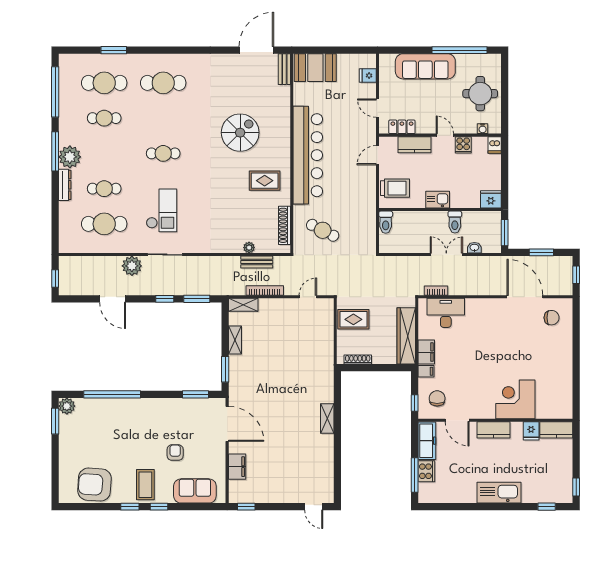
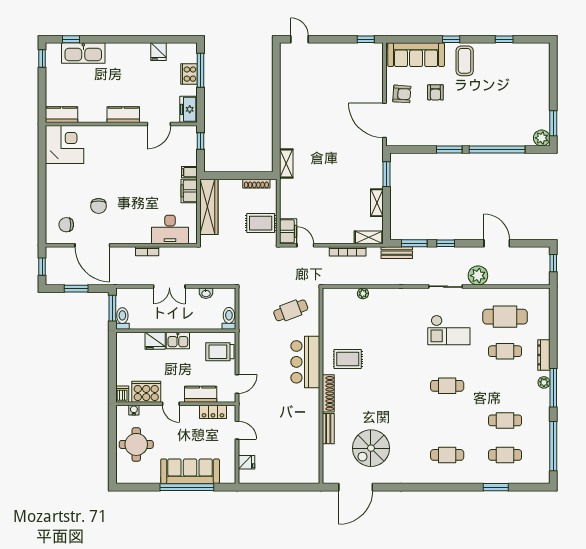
window: (459, 50) -> (187, 487), moved
booth: (315, 68) -> (298, 470), removed
bench: (284, 69) -> (328, 429), moved
cafe table: (104, 83) -> (505, 455), width x0.73, depth x0.74
cafe table: (163, 83) -> (447, 455), width x0.73, depth x0.74
spiral stairs: (240, 133) -> (371, 448), moved
cooker: (463, 145) -> (146, 392), width x1.87, depth x1.31
bar counter: (308, 155) -> (305, 362), width x0.54
plant: (70, 157) -> (544, 382), width x0.53, depth x0.53
fridge: (491, 199) -> (155, 341), moved
checkout: (161, 210) -> (449, 330), turned -90
toilet: (455, 222) -> (122, 318), moved
shoe rack: (284, 225) -> (328, 393), moved
cafe table: (323, 230) -> (291, 310), turned -48
washbasin: (474, 248) -> (206, 293), moved
bench: (257, 262) -> (397, 253), moved
bookcase: (436, 291) -> (147, 251), moved
door: (308, 297) -> (305, 245), swing flipped
window: (195, 394) -> (449, 150), moved
chair: (437, 398) -> (99, 206), moved
corner desk: (515, 399) -> (65, 144), moved, turned -90
shelving: (327, 419) -> (286, 164), moved
door: (457, 420) -> (159, 124), swing flipped
fridge: (531, 431) -> (159, 52), moved, turned 180
freezer: (427, 441) -> (188, 109), width x0.71
filing cabinet: (237, 467) -> (288, 231), moved, turned 180
armchair: (94, 485) -> (402, 94), moved, width x0.53, depth x0.53
sofa: (195, 491) -> (416, 55), width x1.36
kitchen sink: (499, 493) -> (83, 53), moved
window: (130, 507) -> (504, 39), moved

